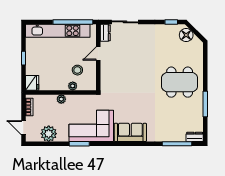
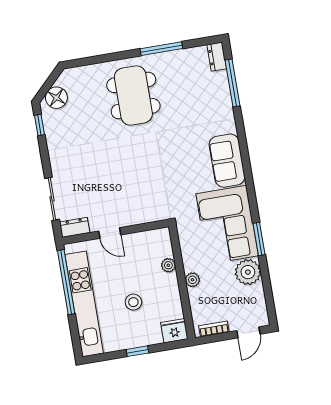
stool: (77, 70) -> (133, 302), moved
plant: (49, 134) -> (248, 272), moved

